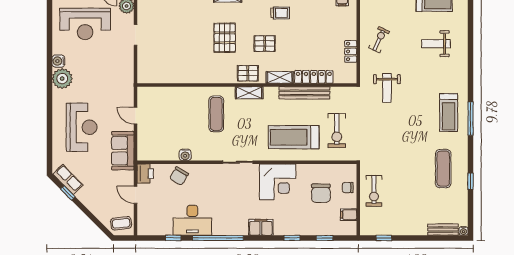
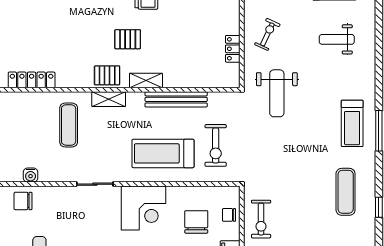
pallet: (225, 38) -> (79, 32), removed
locker: (314, 77) -> (32, 80), moved
weight bench: (387, 88) -> (277, 93), width x1.36, depth x1.33
chair: (179, 176) -> (23, 201), turned 59
chair: (321, 193) -> (196, 222), turned 180

